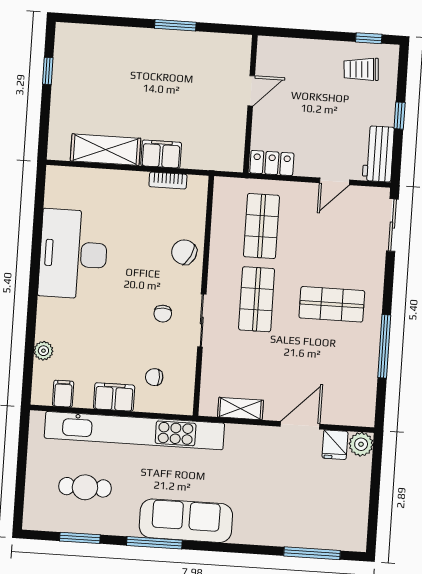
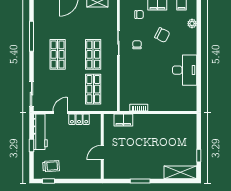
shelving: (106, 150) -> (180, 172), moved
filing cabinet: (161, 154) -> (123, 120), moved
workbench: (378, 154) -> (40, 132), width x1.37
locker: (272, 163) -> (79, 119), moved
chair: (184, 252) -> (162, 35), moved
desk: (73, 254) -> (185, 70), width x0.73, depth x0.77
shop shelf: (332, 304) -> (58, 54), turned 90

